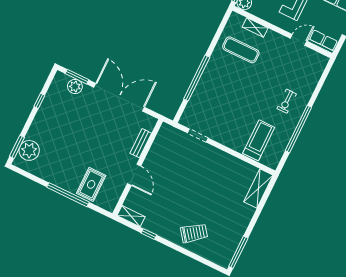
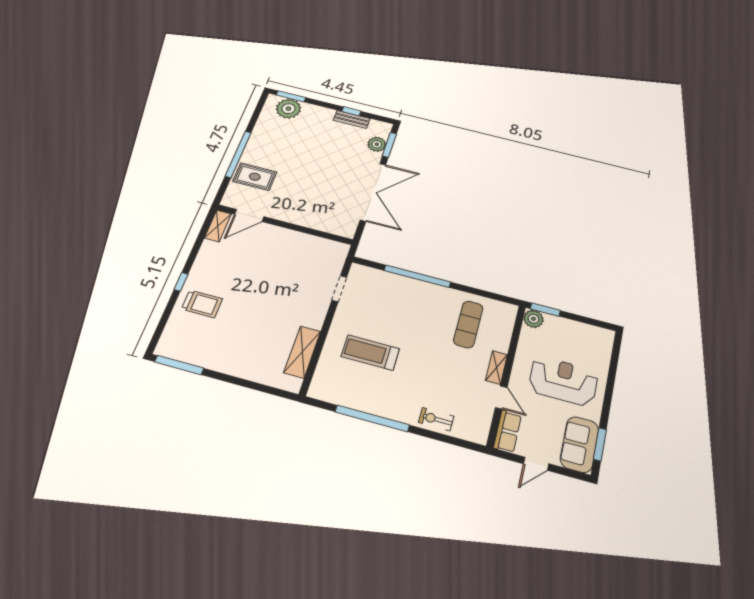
shelving: (255, 27) -> (496, 367), moved
exercise bike: (287, 101) -> (436, 419), moved
treadmill: (259, 140) -> (370, 353), moved, turned 180
bench: (141, 143) -> (352, 119), moved
door: (134, 175) -> (249, 215), moved
shelving: (258, 188) -> (302, 352), moved, turned 90
trolley: (194, 233) -> (202, 304), turned -53
window: (149, 234) -> (181, 282), moved

